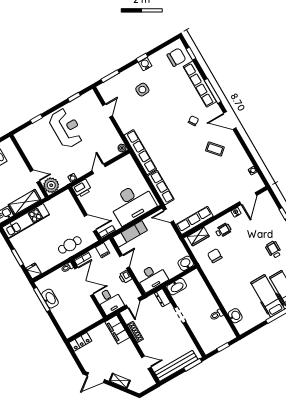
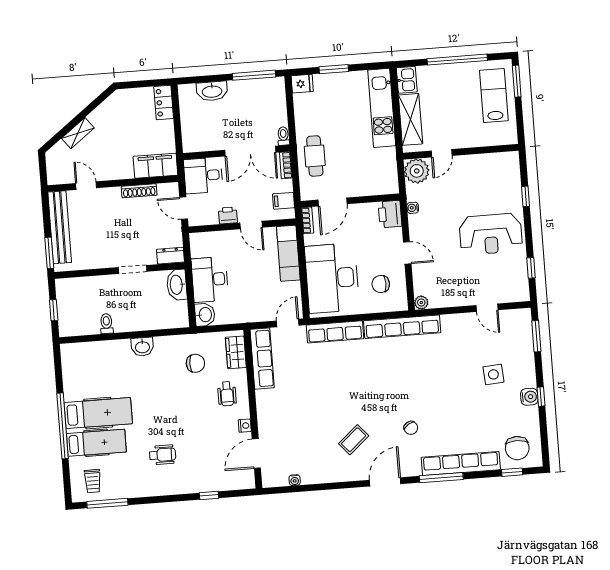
chair: (123, 175) -> (381, 284), added
door: (248, 199) -> (256, 453), hinge flipped
desk: (152, 277) -> (210, 279), moved
washbasin: (50, 299) -> (212, 91), moved
washbasin: (235, 316) -> (142, 347), moved
door: (146, 362) -> (86, 186), swing flipped
door: (96, 378) -> (99, 100), removed

